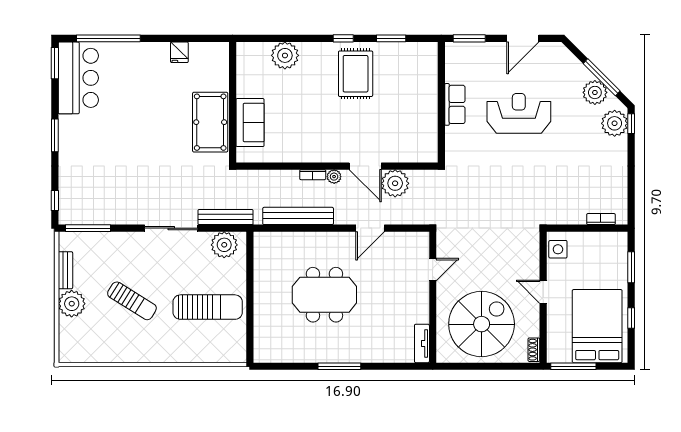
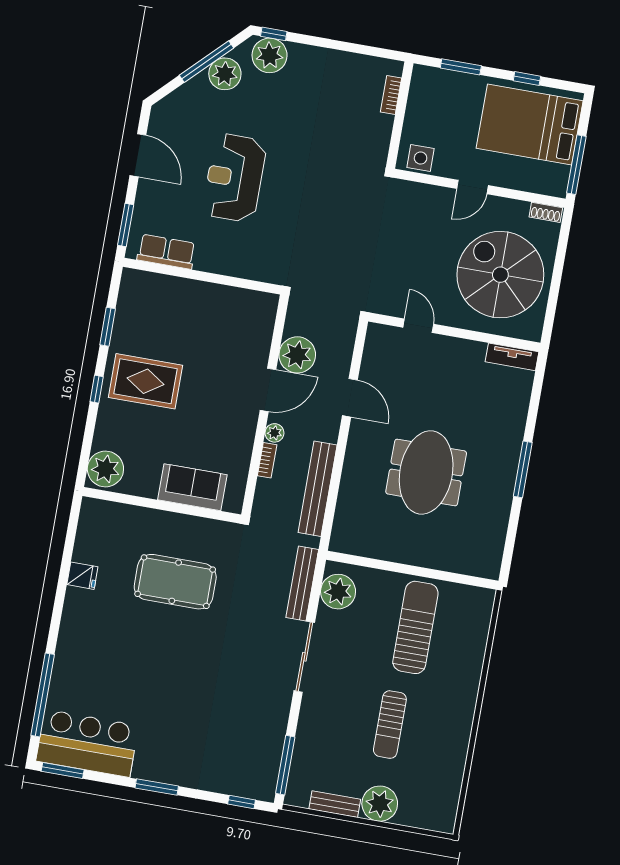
fridge: (179, 52) -> (82, 576), moved
wall: (233, 102) -> (162, 505), moved
row of seats: (455, 104) -> (166, 252), moved
sofa: (250, 123) -> (192, 487), moved
sun lounger: (132, 301) -> (390, 725), turned 148

